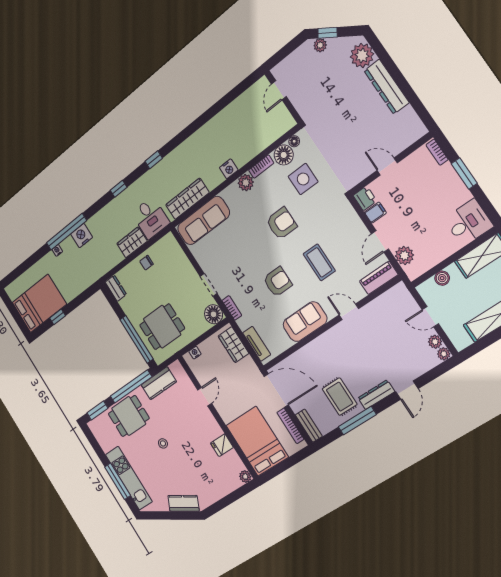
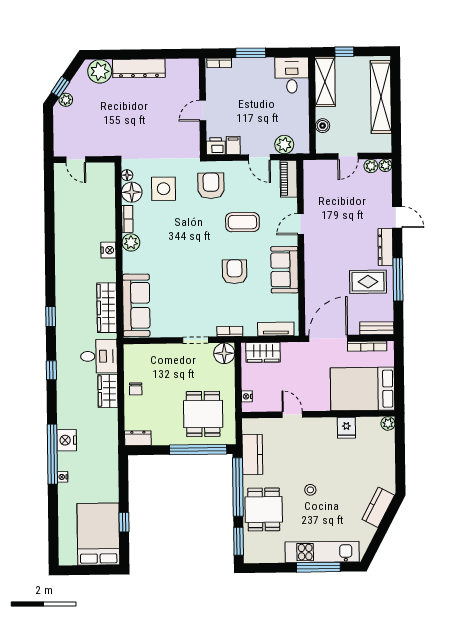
armchair: (281, 223) -> (211, 186), moved

